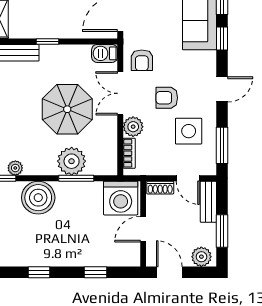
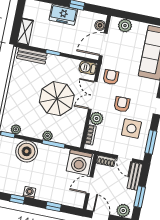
armchair: (142, 60) -> (111, 77), turned 180
armchair: (167, 98) -> (122, 104), turned 90
plant: (72, 161) -> (48, 136), width x0.53, depth x0.53
washing machine: (55, 258) -> (29, 192), added

